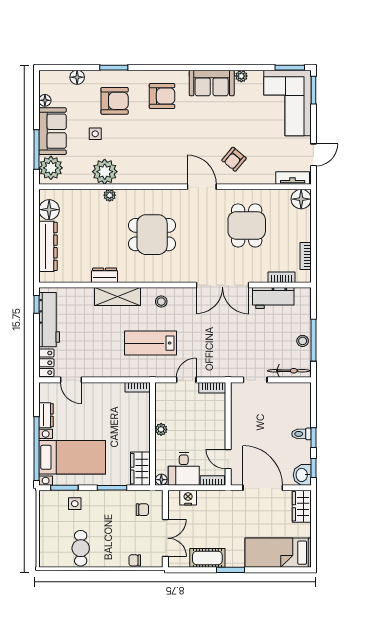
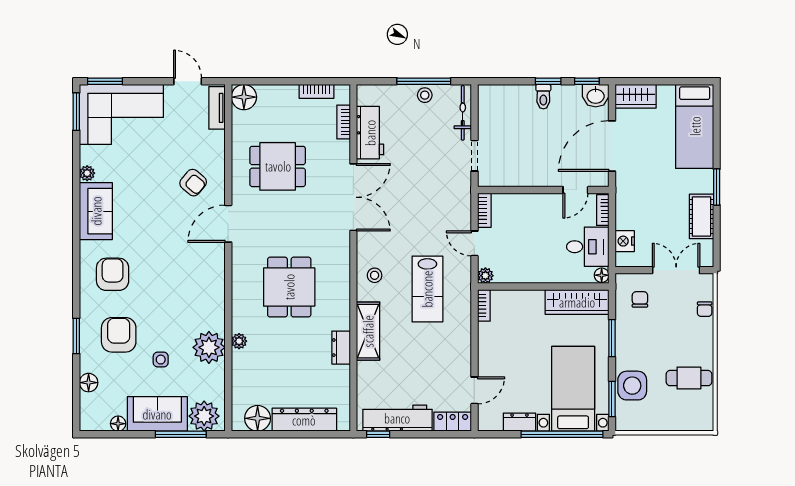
plant: (161, 429) -> (485, 276), moved
wardrobe: (140, 469) -> (577, 302), width x1.50
side table: (75, 504) -> (632, 386), width x1.87, depth x1.87

